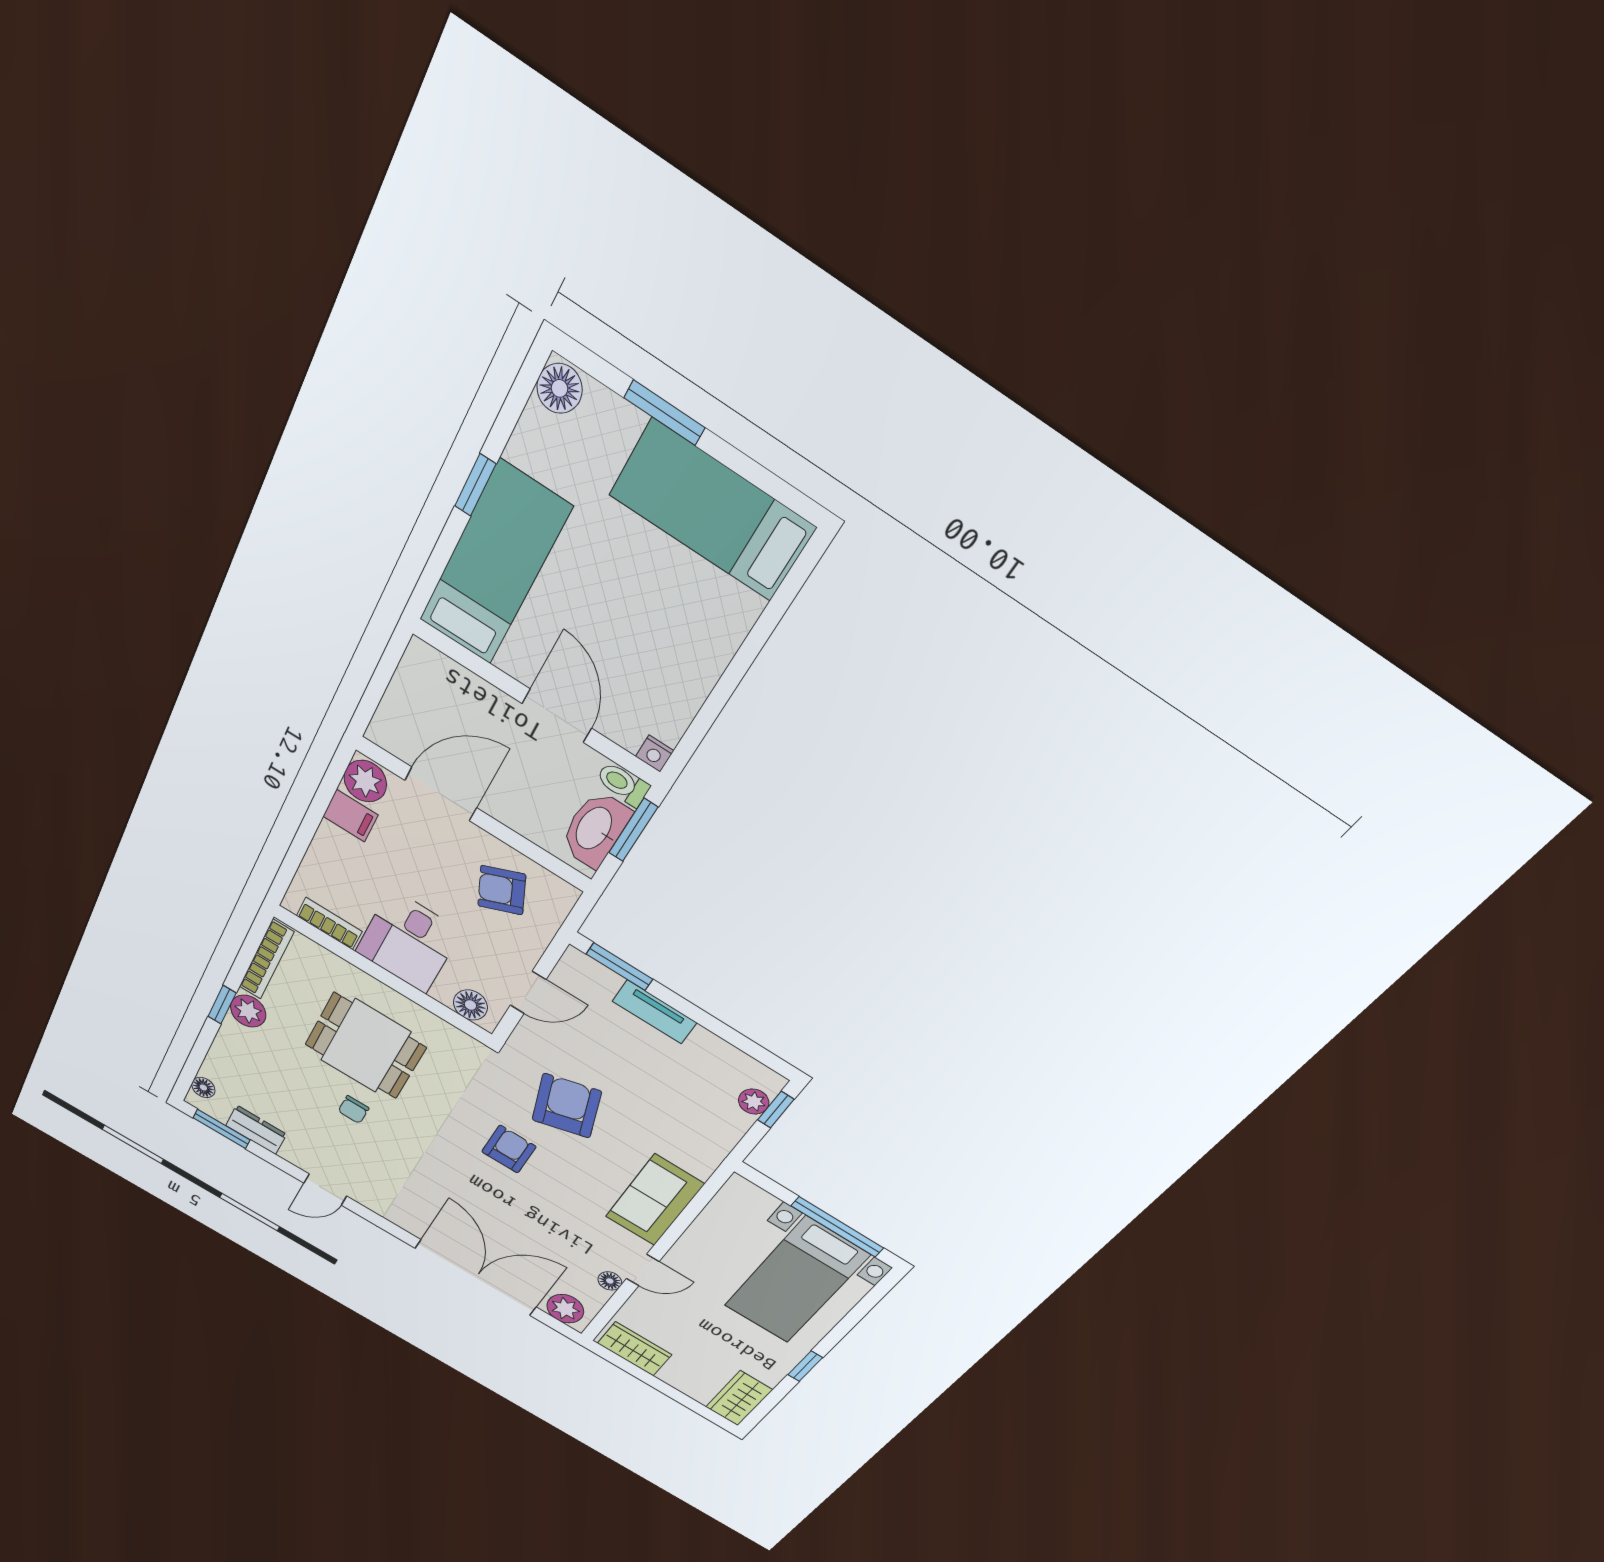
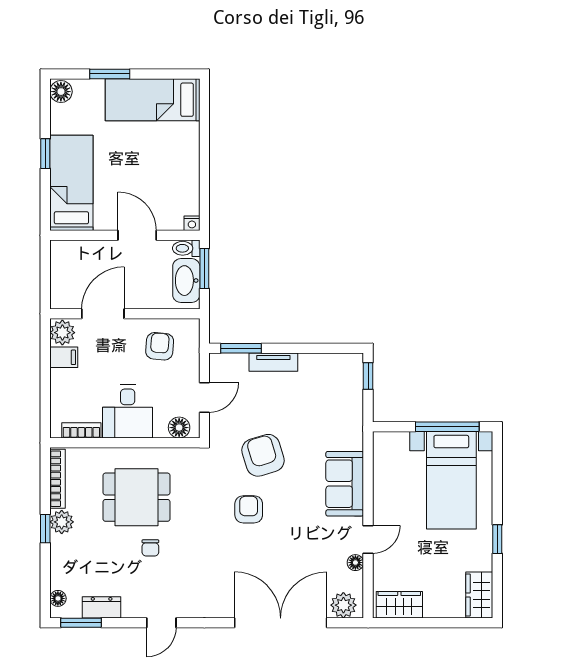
armchair: (502, 890) -> (160, 346), turned 118
plant: (754, 1102) -> (354, 379), removed

